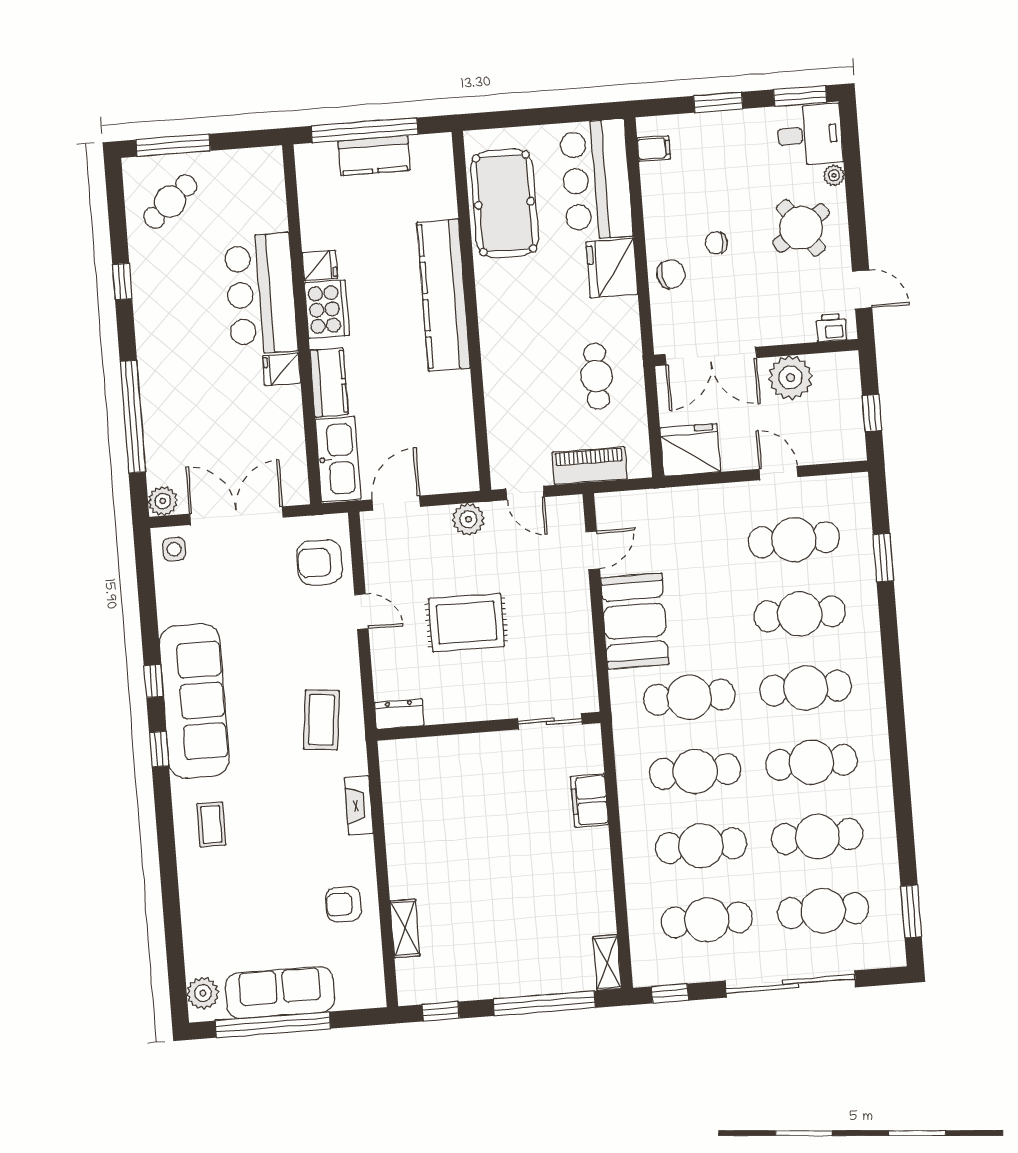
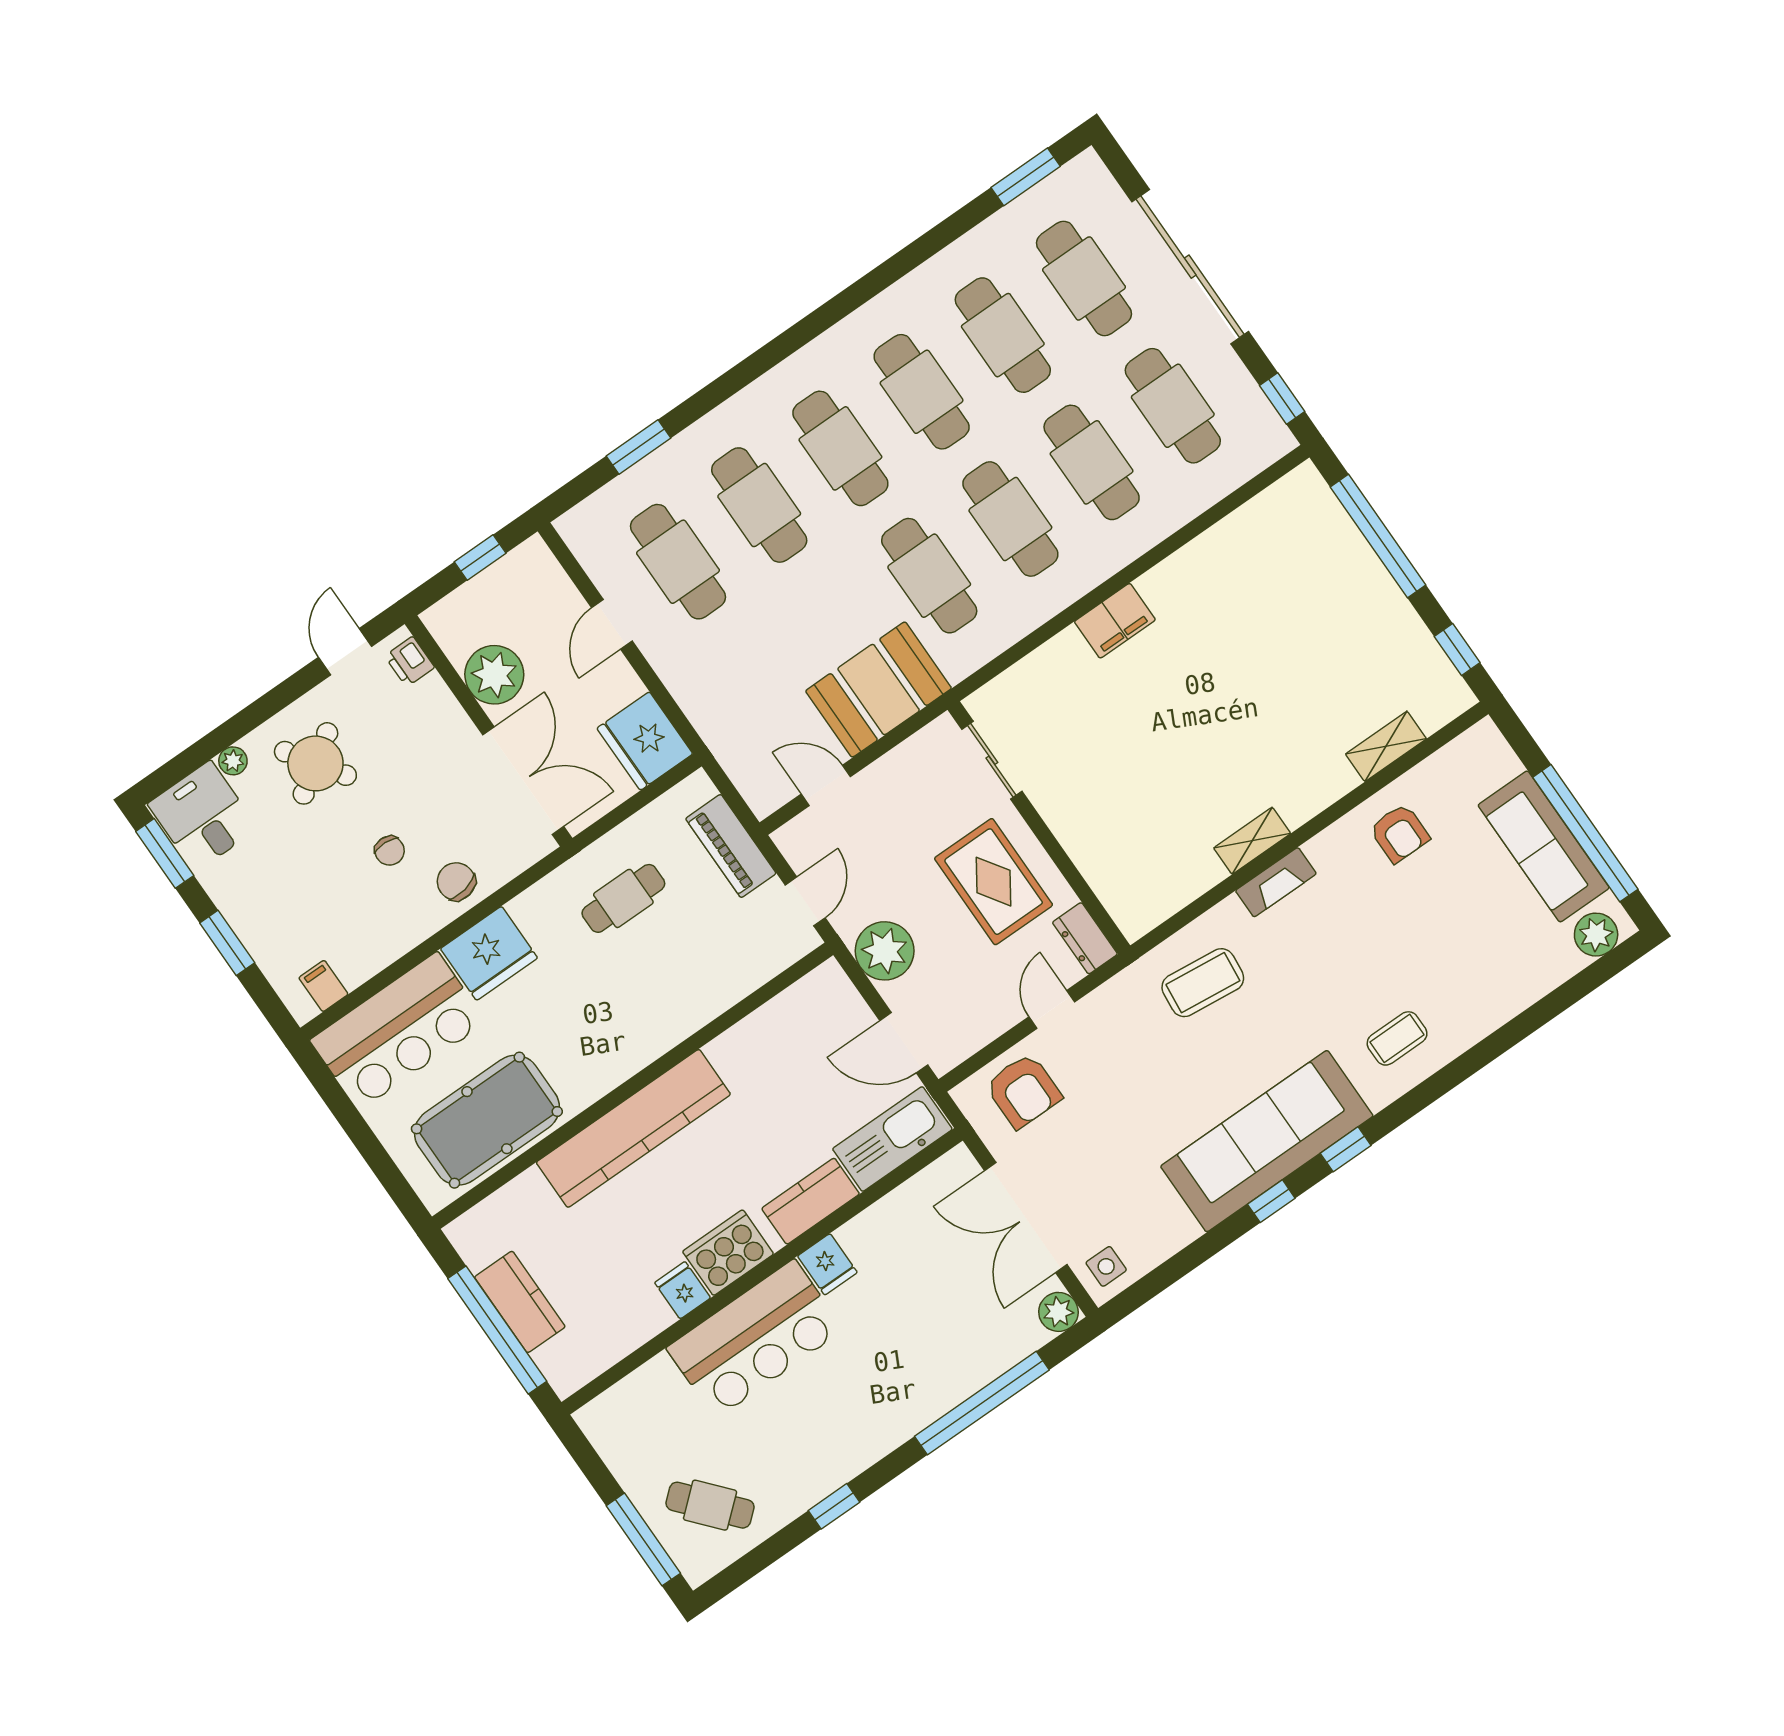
plant: (468, 519) -> (885, 951), width x1.36, depth x1.36
dresser: (399, 714) -> (1085, 938), moved
sliding door: (550, 721) -> (992, 760), moved
wall: (488, 726) -> (1039, 828), moved
shelving: (607, 963) -> (1252, 841), moved

